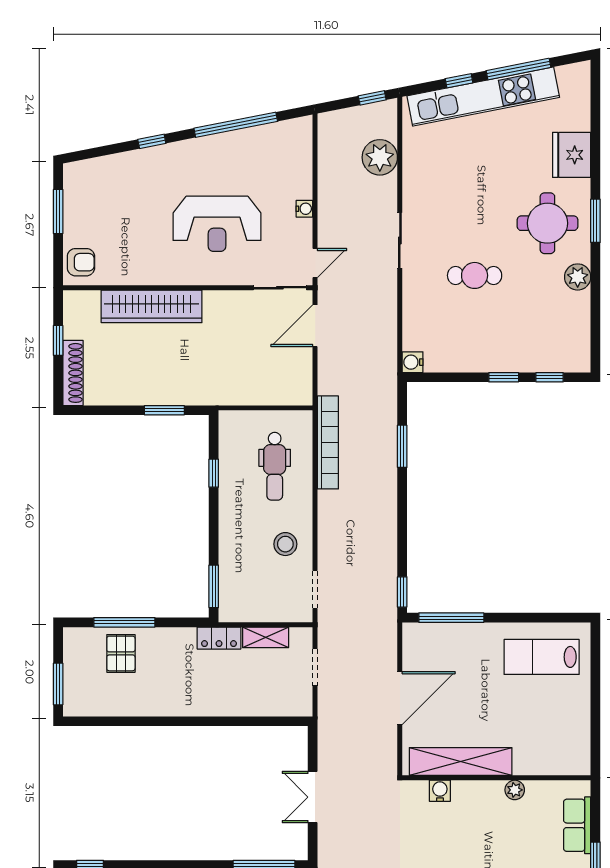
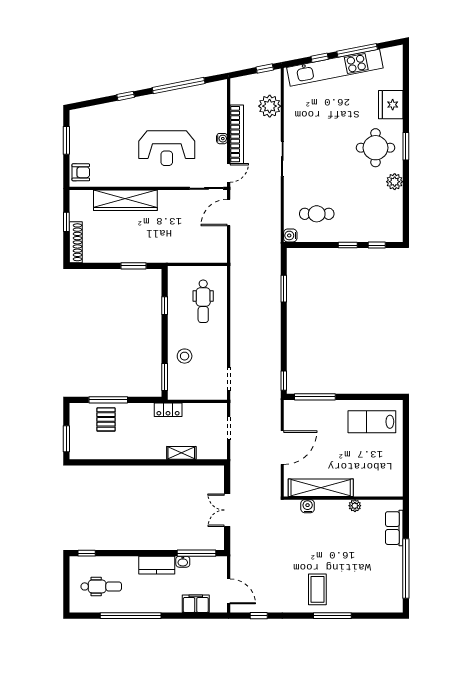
cafe table: (475, 275) -> (317, 214), moved
bookcase: (328, 442) -> (237, 134), moved
stool: (285, 544) -> (185, 356), moved
shelving: (266, 637) -> (181, 453), moved

